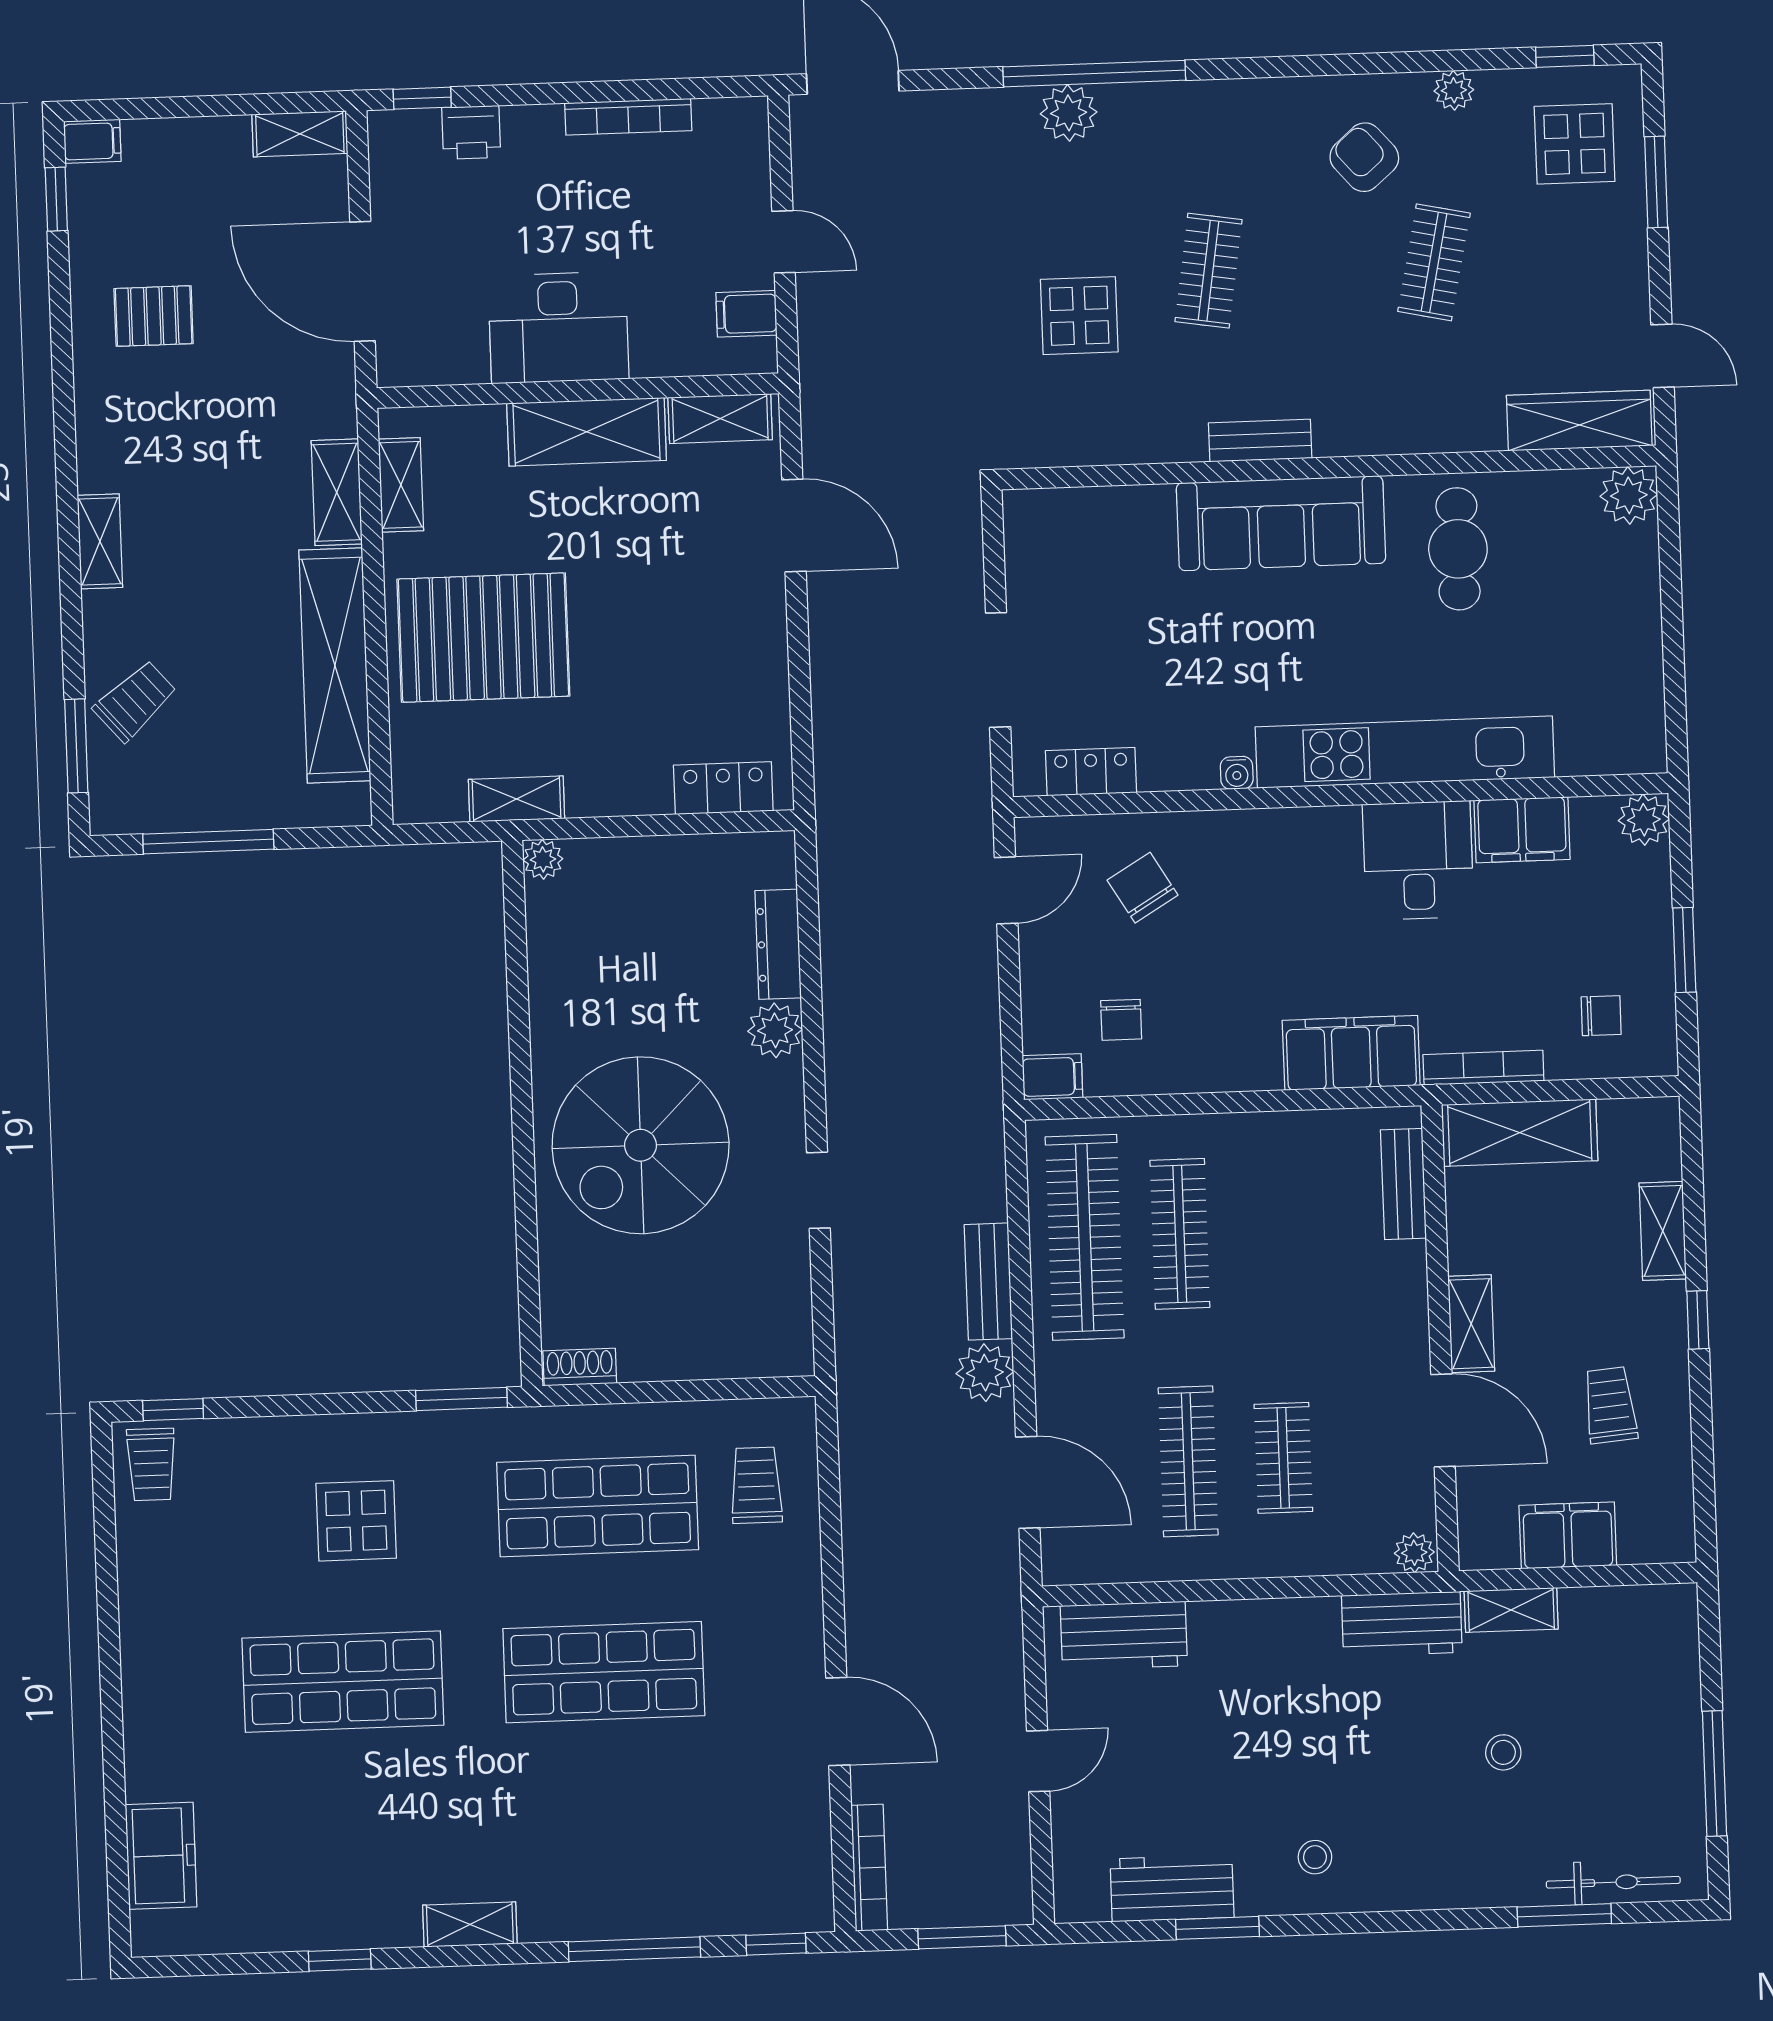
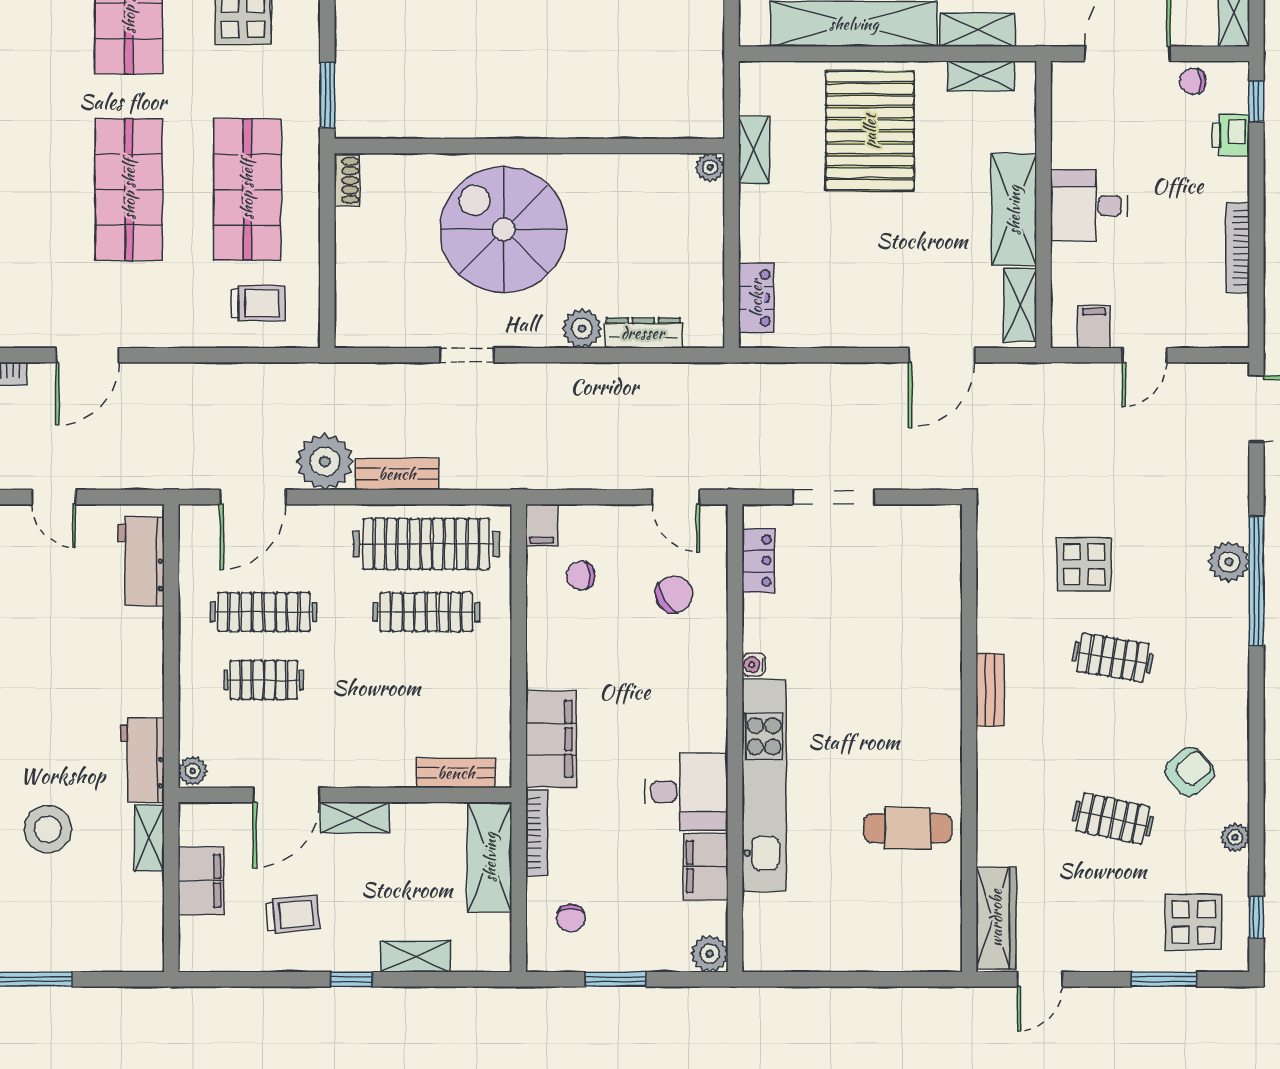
chair: (398, 188) -> (1193, 81), added
desk: (558, 327) -> (1089, 206), width x0.73
plant: (1629, 495) -> (941, 952), removed
sofa: (1281, 523) -> (931, 703), removed
plant: (985, 1373) -> (325, 462), width x1.36, depth x1.36
stool: (1503, 1752) -> (48, 829), width x1.89, depth x1.89

